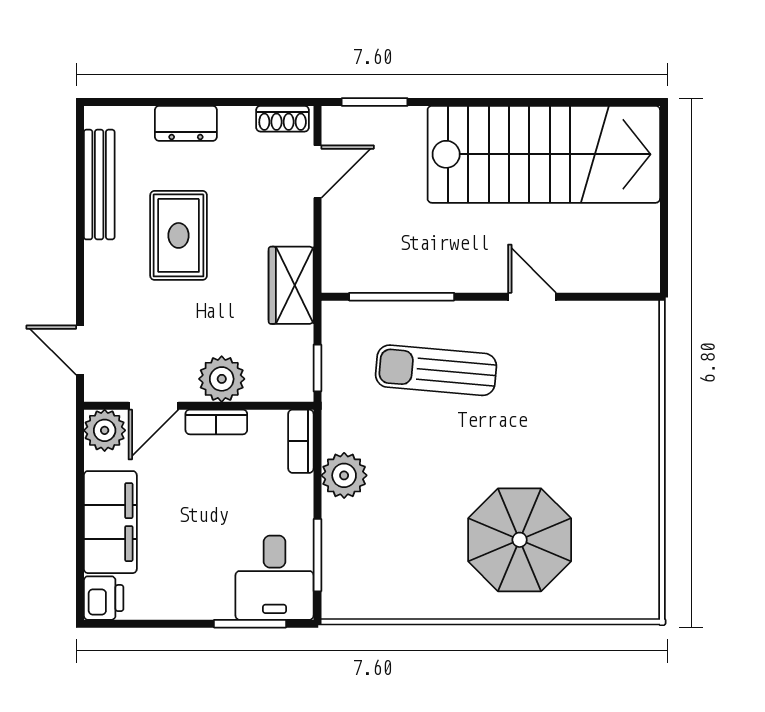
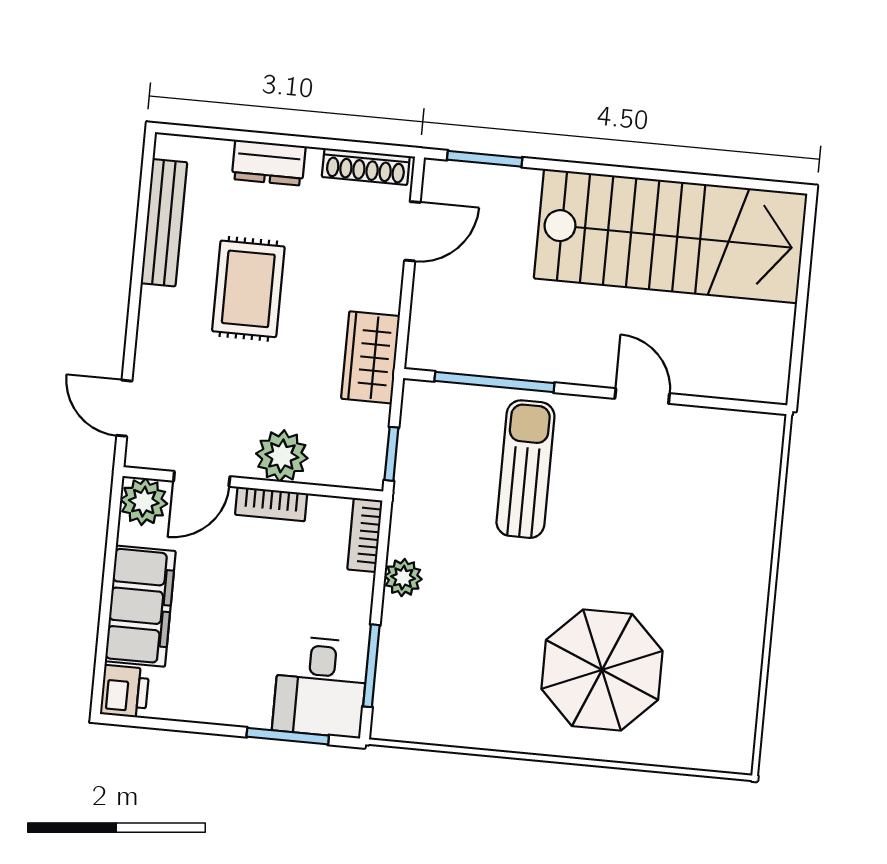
shoe rack: (283, 119) -> (366, 167), width x1.43
sun lounger: (436, 370) -> (525, 469), turned 85
plant: (344, 475) -> (403, 578), width x0.73, depth x0.73

